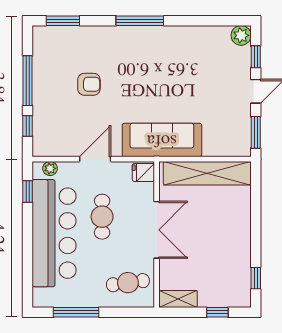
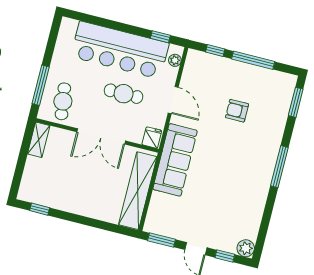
armchair: (89, 84) -> (237, 111), turned 90
window: (76, 312) -> (41, 85), moved
window: (217, 312) -> (19, 170), removed

